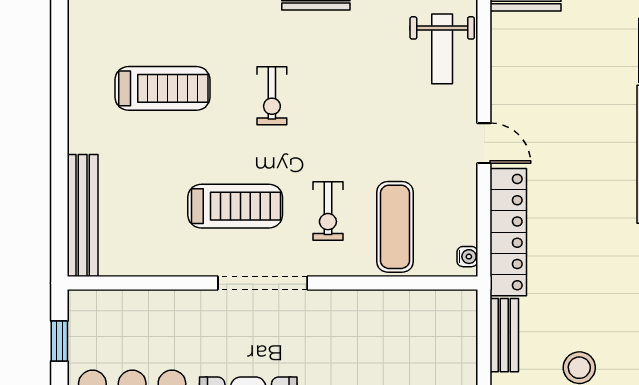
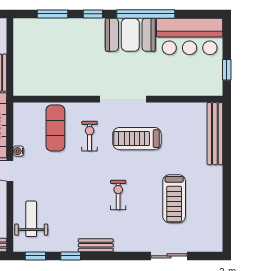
treadmill: (162, 88) -> (174, 199), turned -90
water cooler: (467, 257) -> (18, 151), moved

